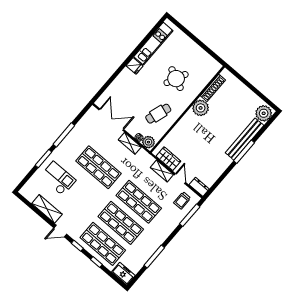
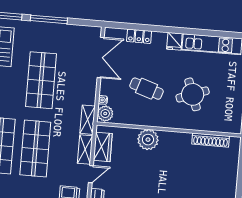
round table: (176, 79) -> (193, 94), turned 45
locker: (115, 86) -> (139, 36), added
plant: (201, 108) -> (148, 140), moved
cafe table: (158, 114) -> (147, 89), moved
shelving: (130, 143) -> (88, 120), moved

